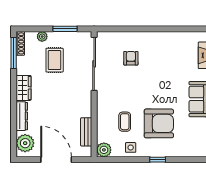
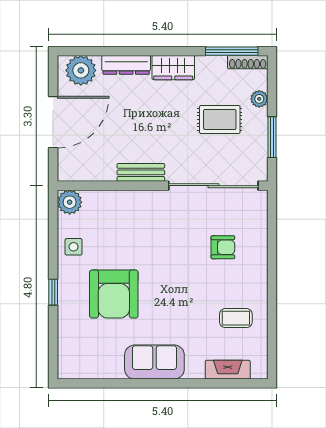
coffee table: (125, 122) -> (236, 318), moved
bench: (86, 132) -> (141, 172), moved

